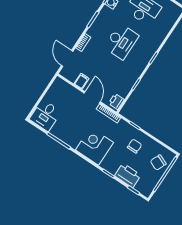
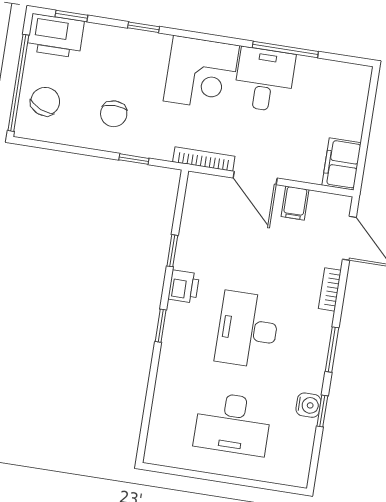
filing cabinet: (57, 88) -> (342, 164), added
printer: (116, 101) -> (184, 287), moved
desk: (45, 115) -> (264, 80), moved
printer: (128, 175) -> (56, 36), moved

